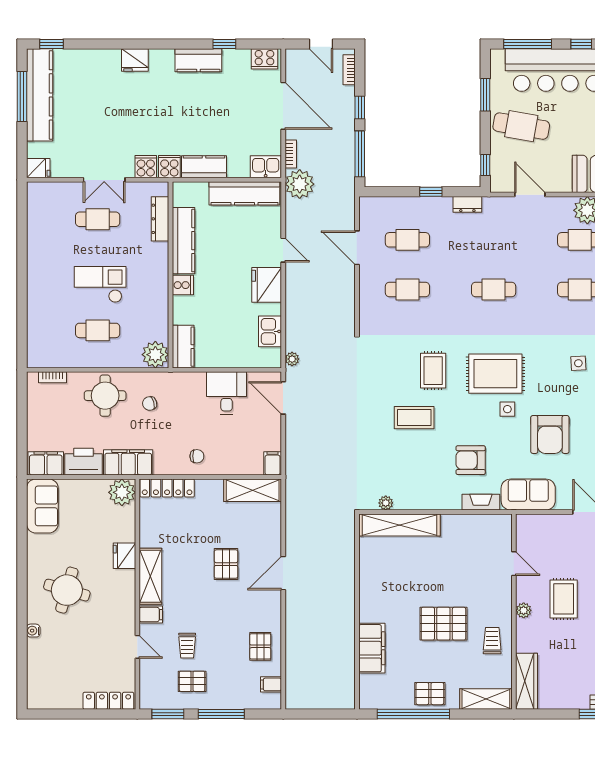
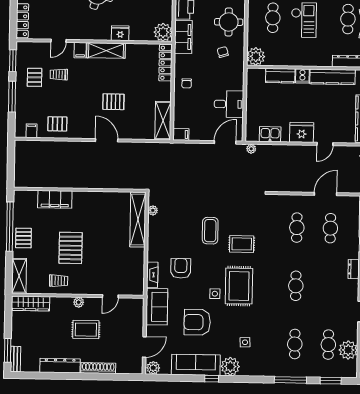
kitchen counter: (183, 347) -> (280, 76), moved

